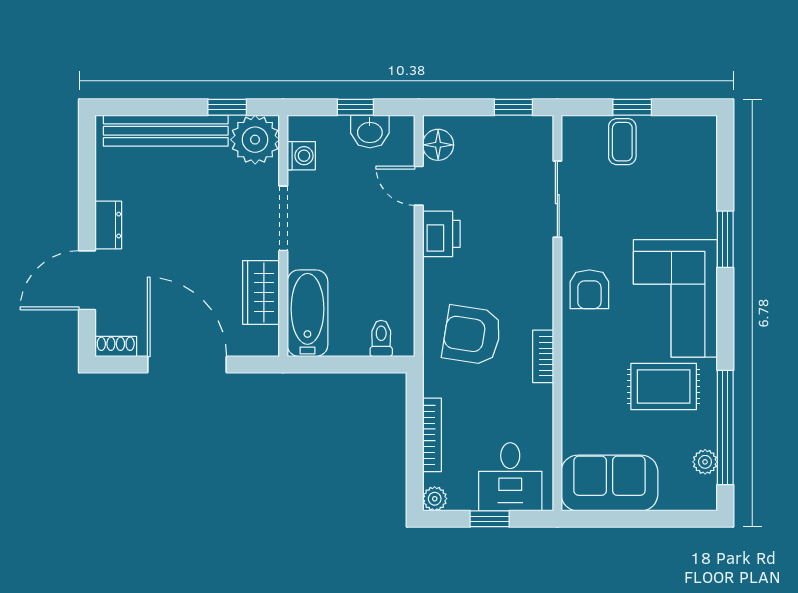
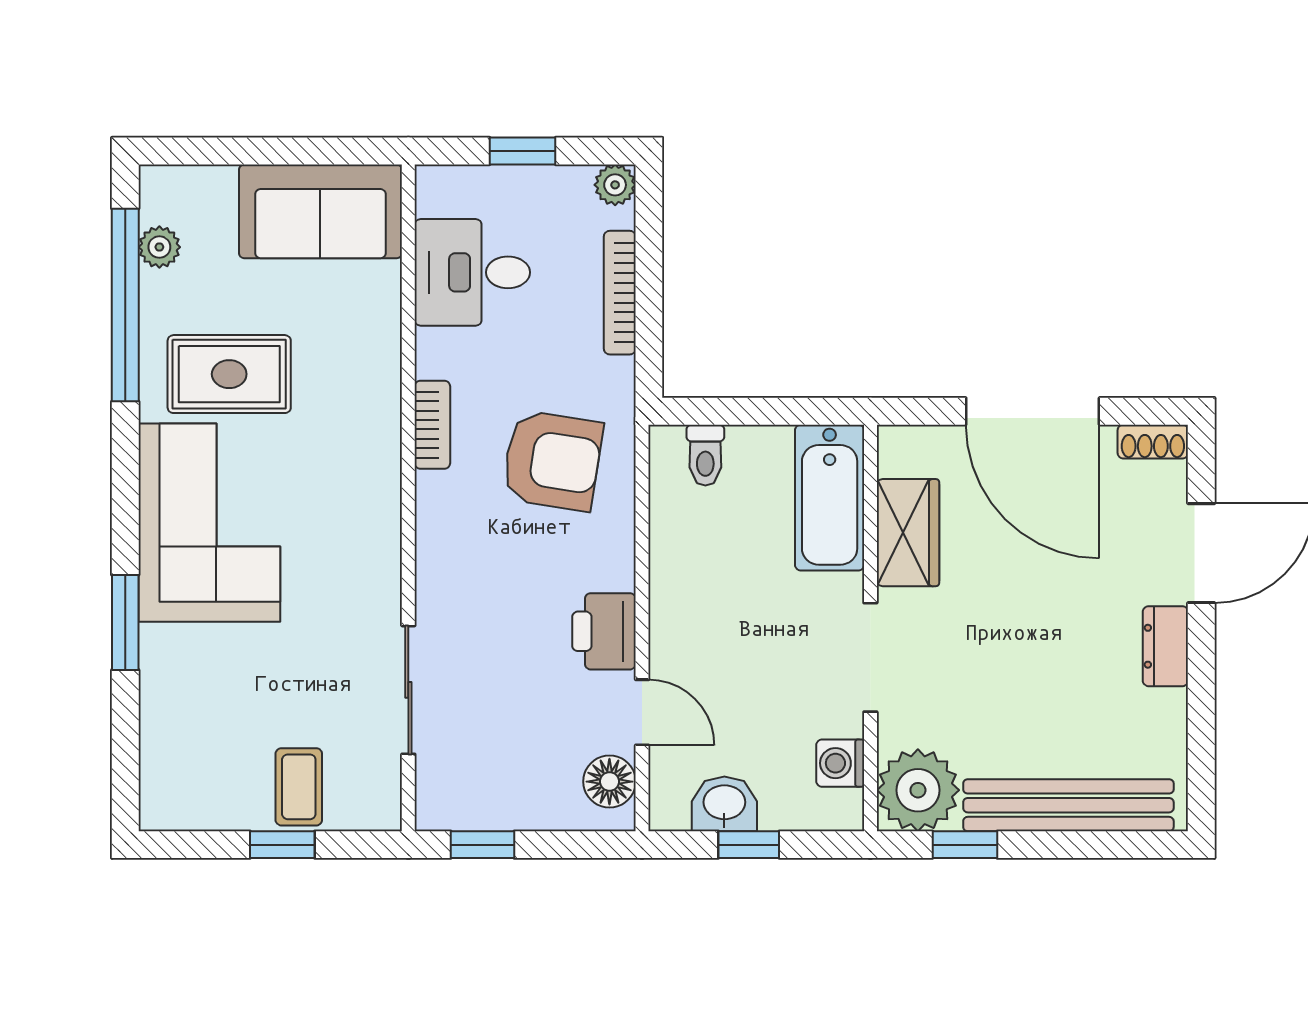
armchair: (589, 289) -> (354, 538), removed
desk: (510, 477) -> (472, 272), moved, turned -90

